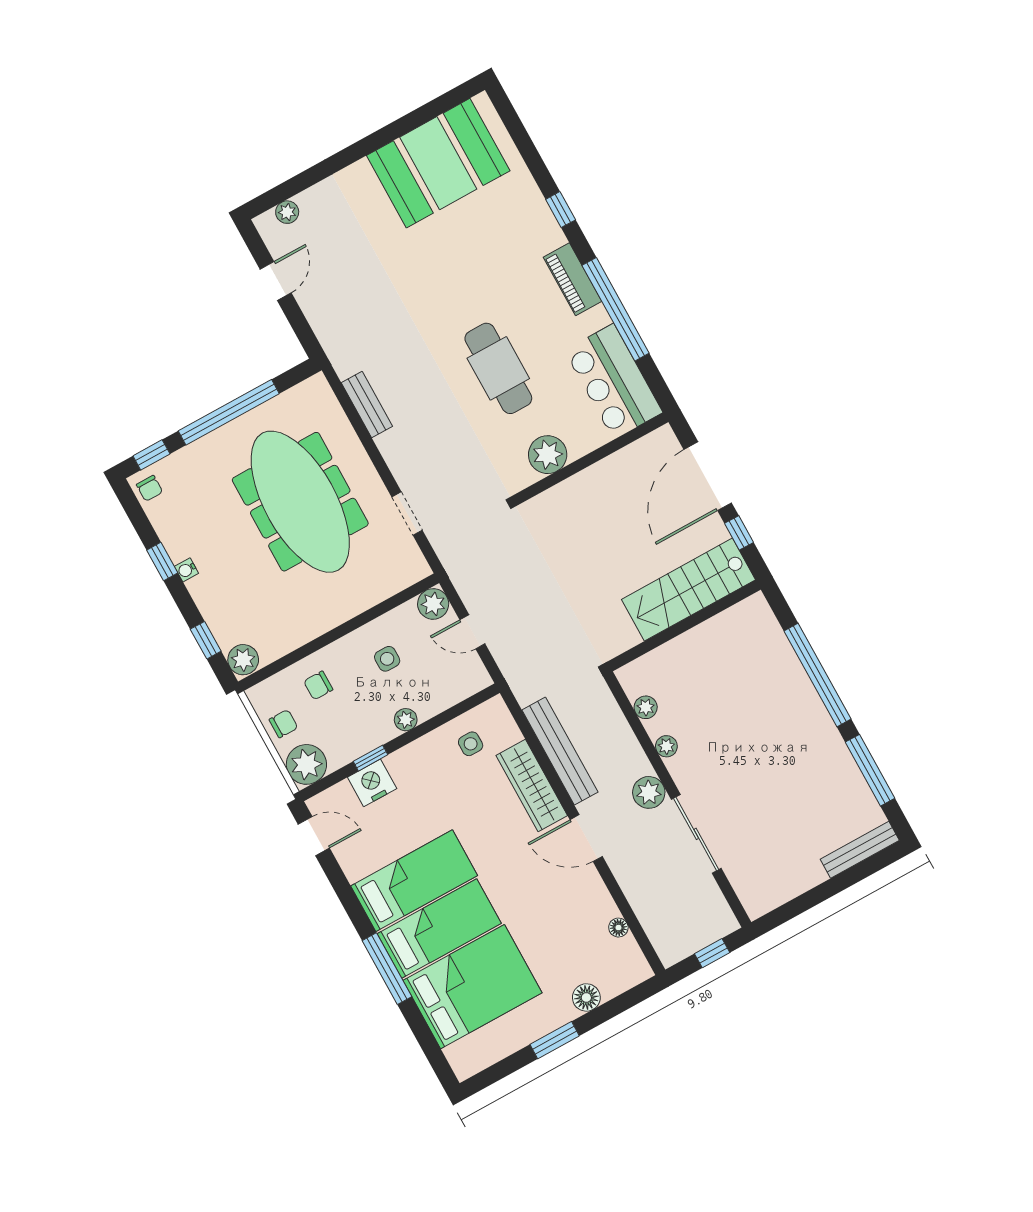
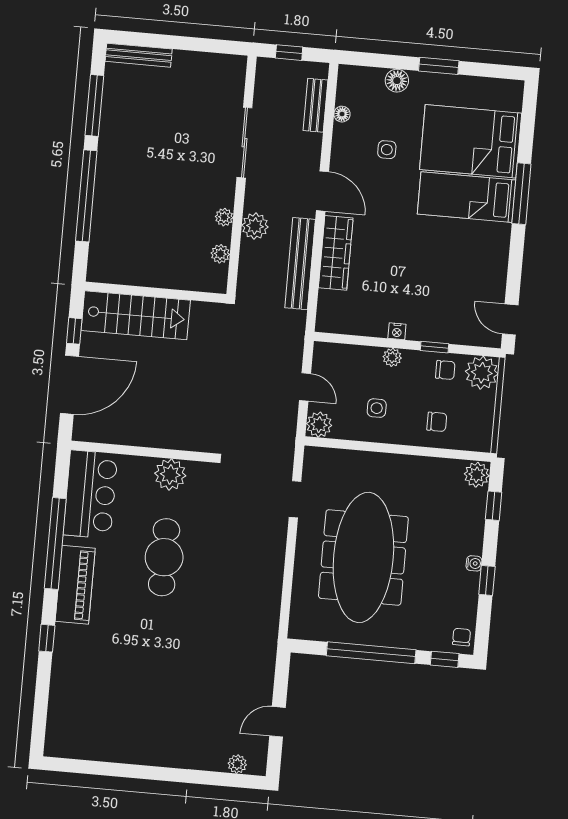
booth: (438, 163) -> (110, 727), removed
piano: (572, 279) -> (75, 585), width x1.37, depth x1.33
bench: (367, 405) -> (315, 105), moved
chair: (283, 724) -> (445, 370), moved, turned 180
side table: (471, 744) -> (387, 150), moved
nightstand: (372, 783) -> (397, 331), moved, width x0.53, depth x0.56
plant: (649, 792) -> (255, 226), moved
bed: (414, 881) -> (462, 242), removed

